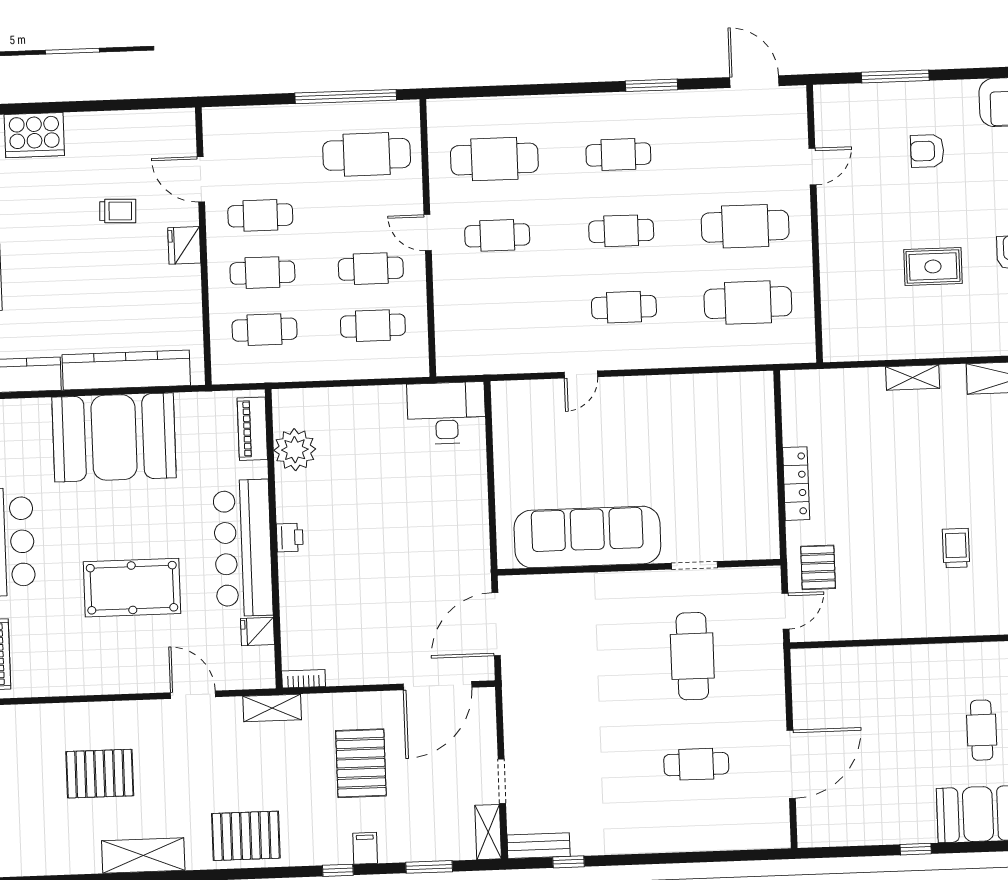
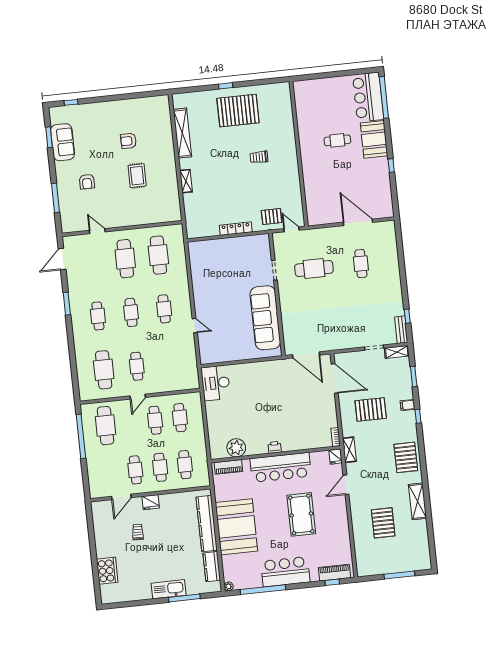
fridge: (257, 632) -> (335, 457), moved

